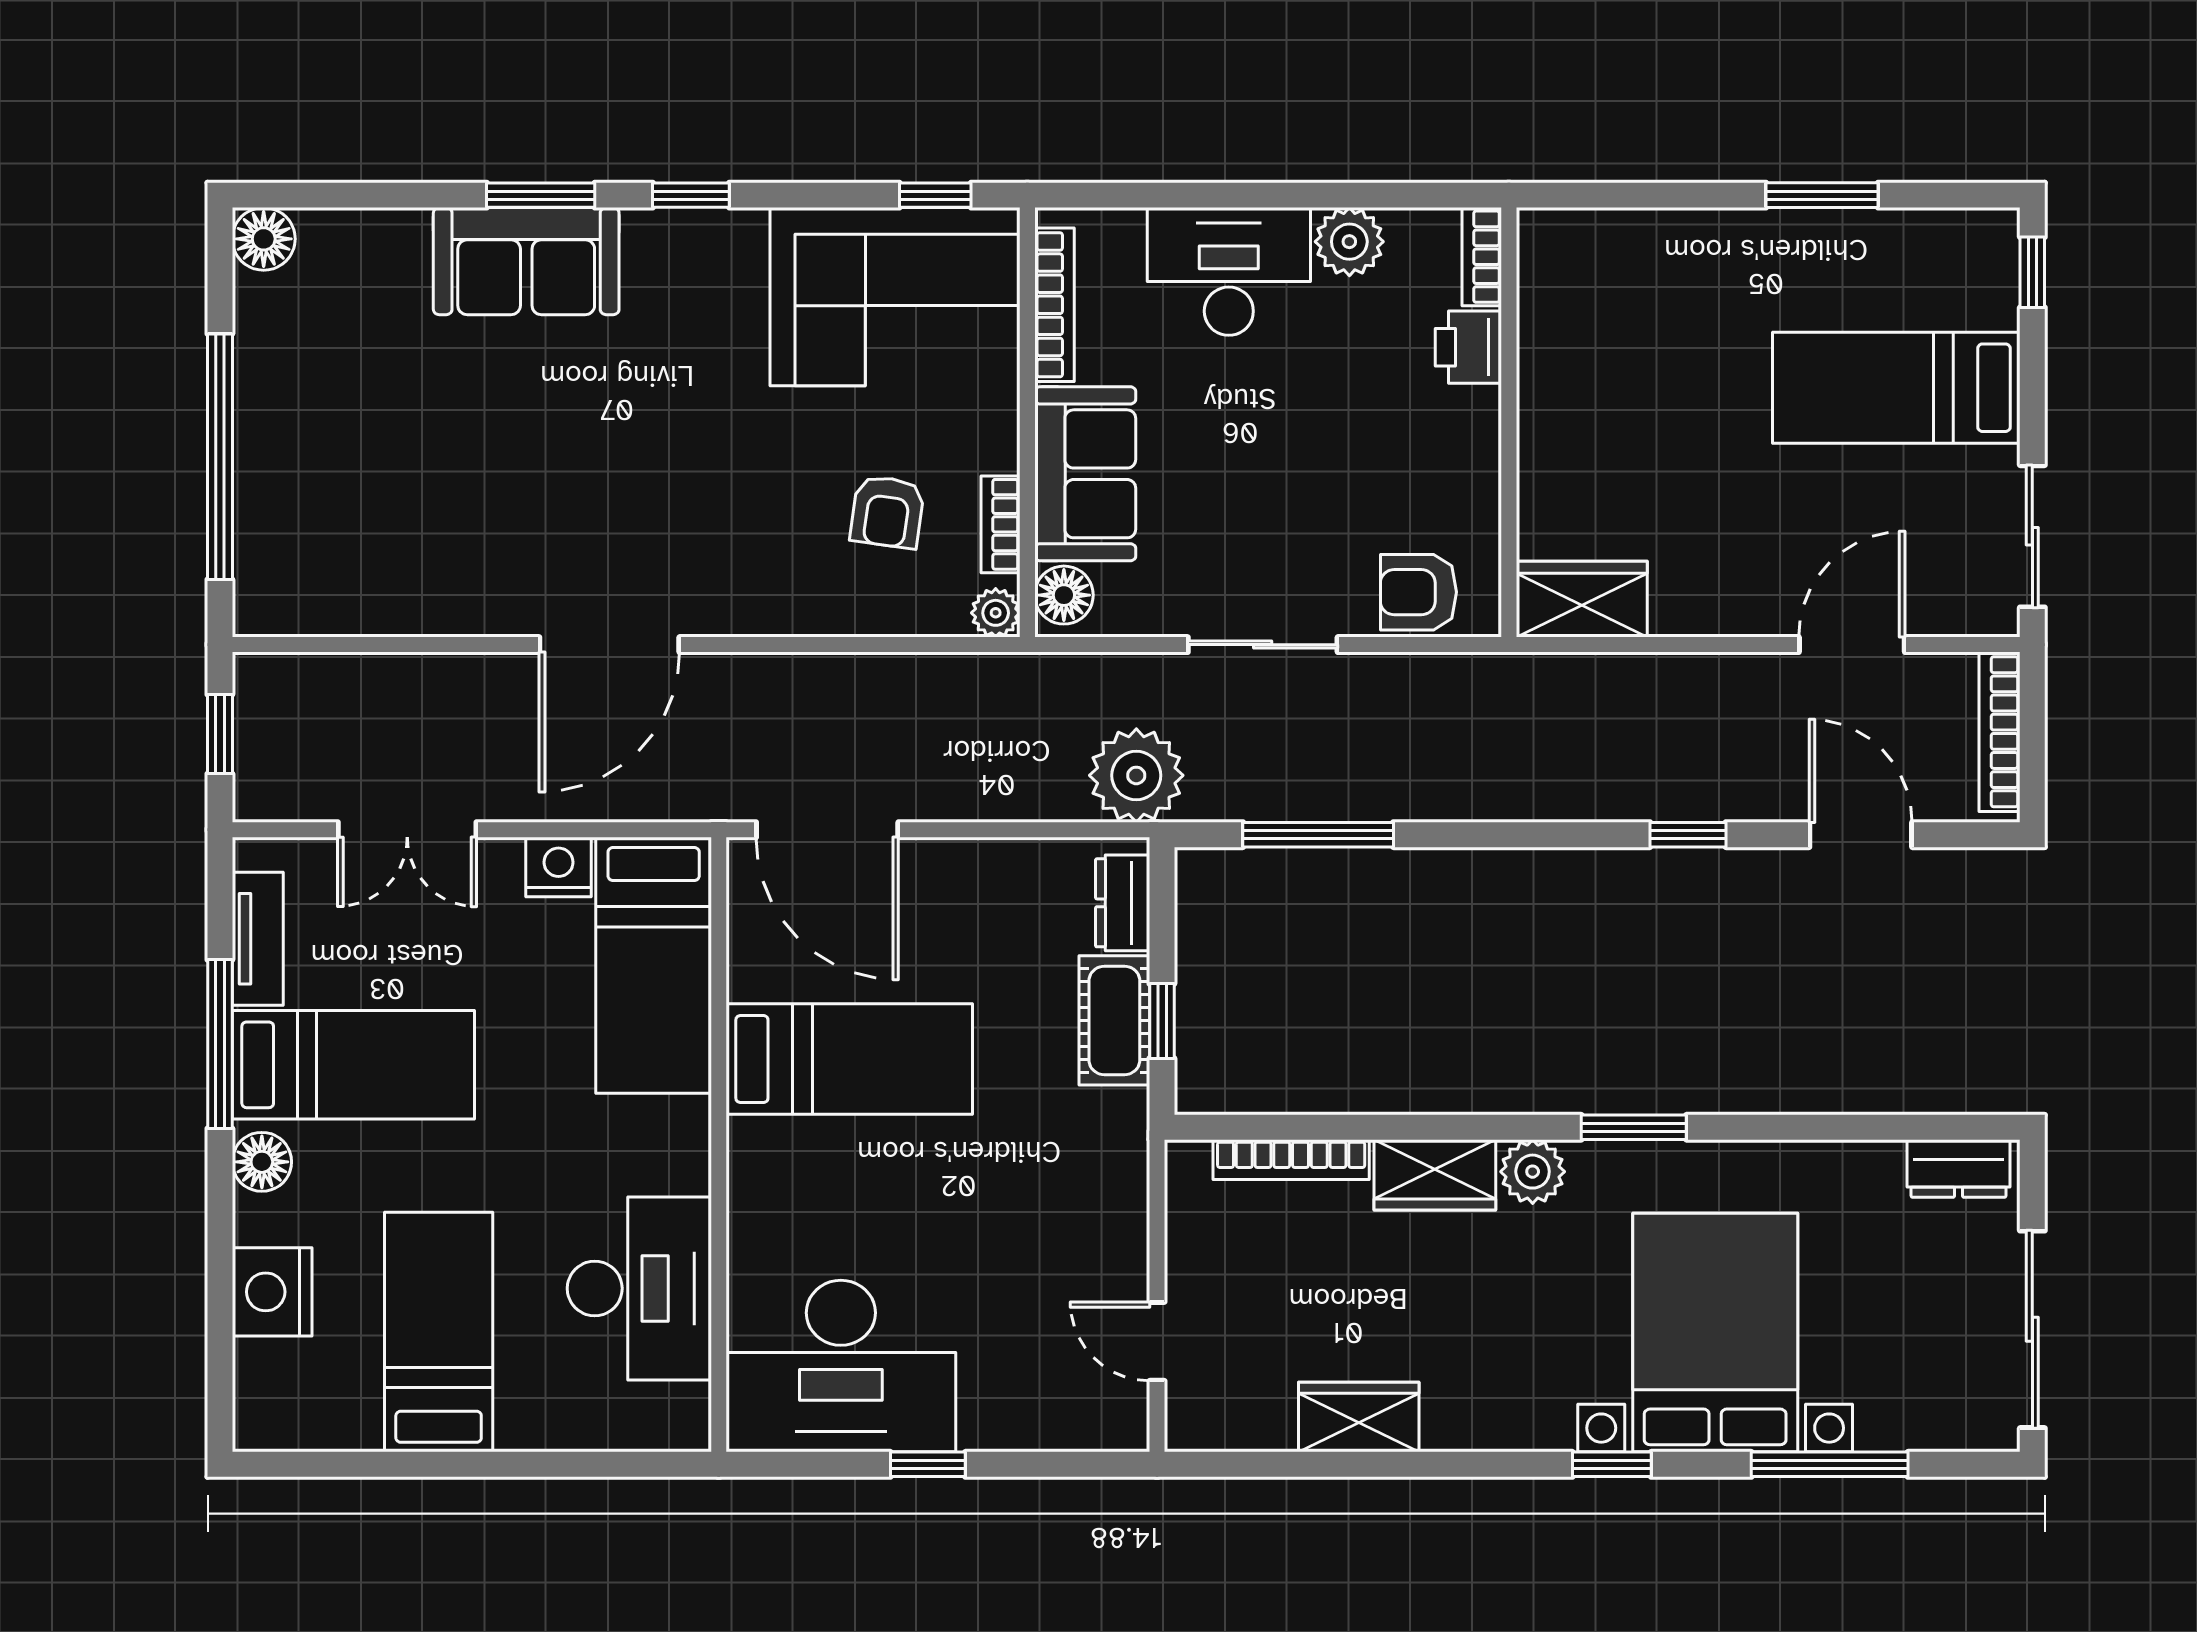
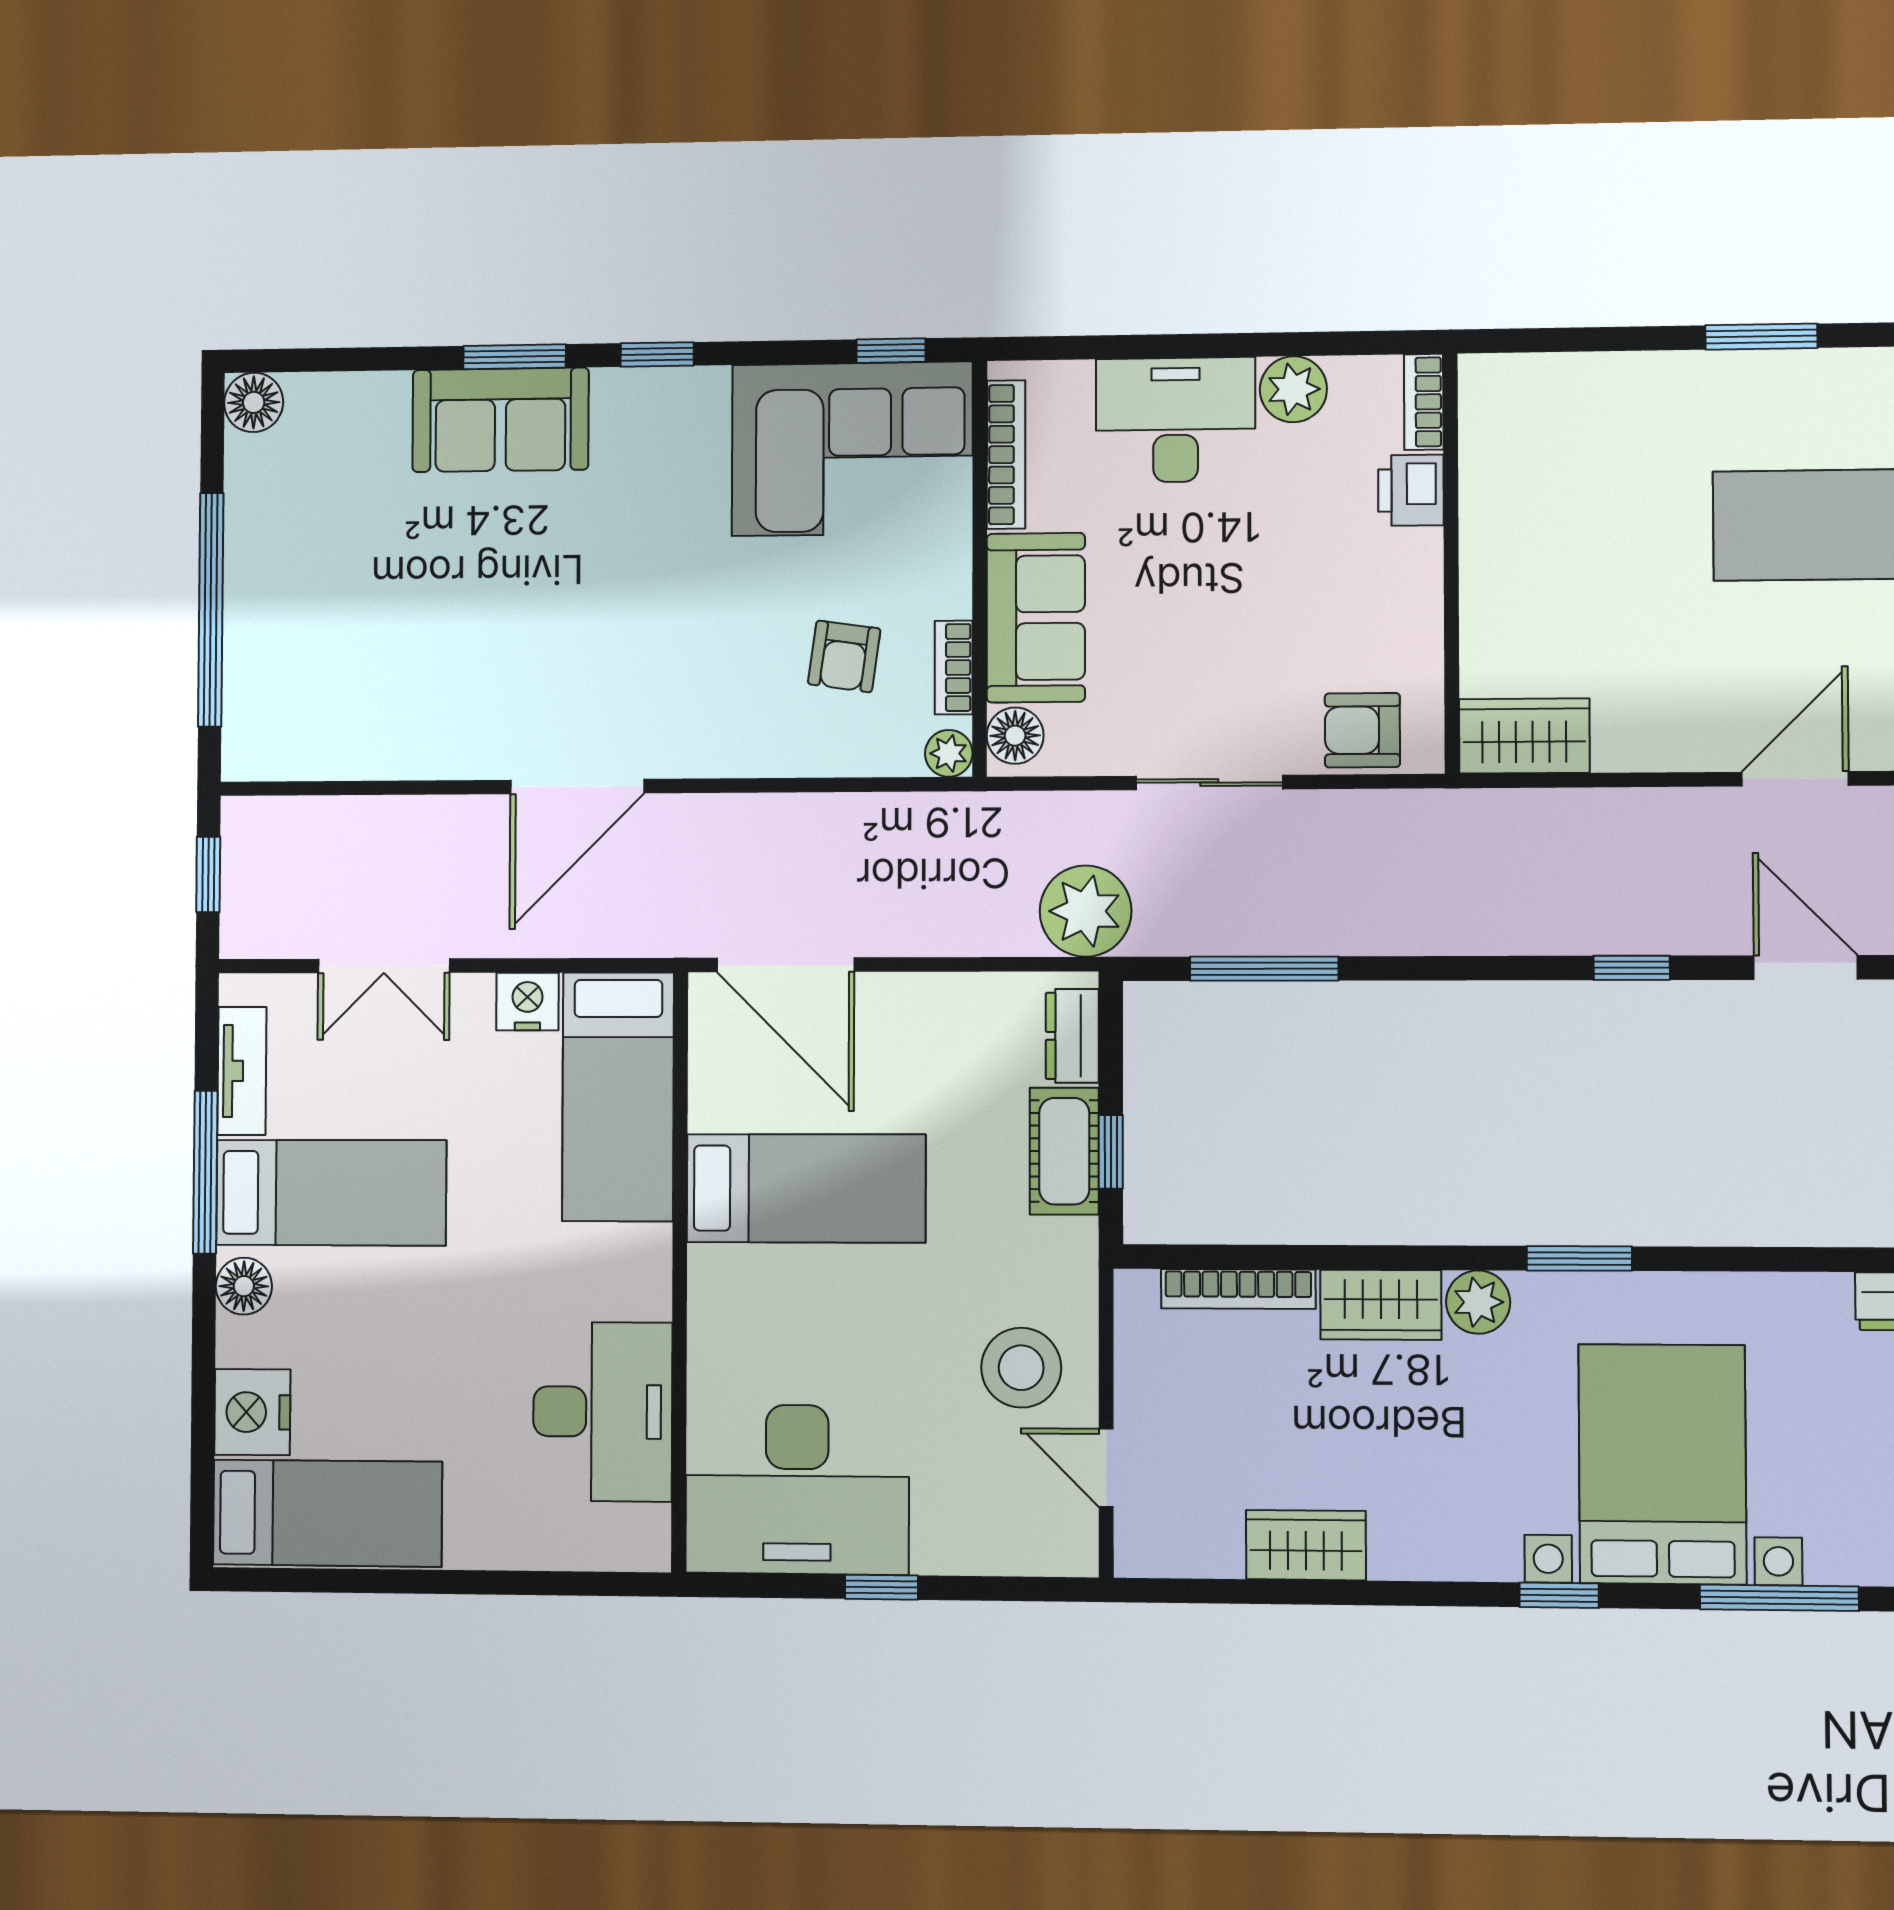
stool: (1070, 1241) -> (1021, 1368), added
bed: (439, 1332) -> (327, 1513), moved, turned 90

